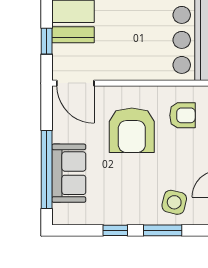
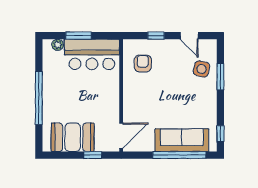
armchair: (132, 130) -> (153, 98), removed
sofa: (69, 173) -> (182, 140), width x1.36
window: (115, 230) -> (220, 134), moved

